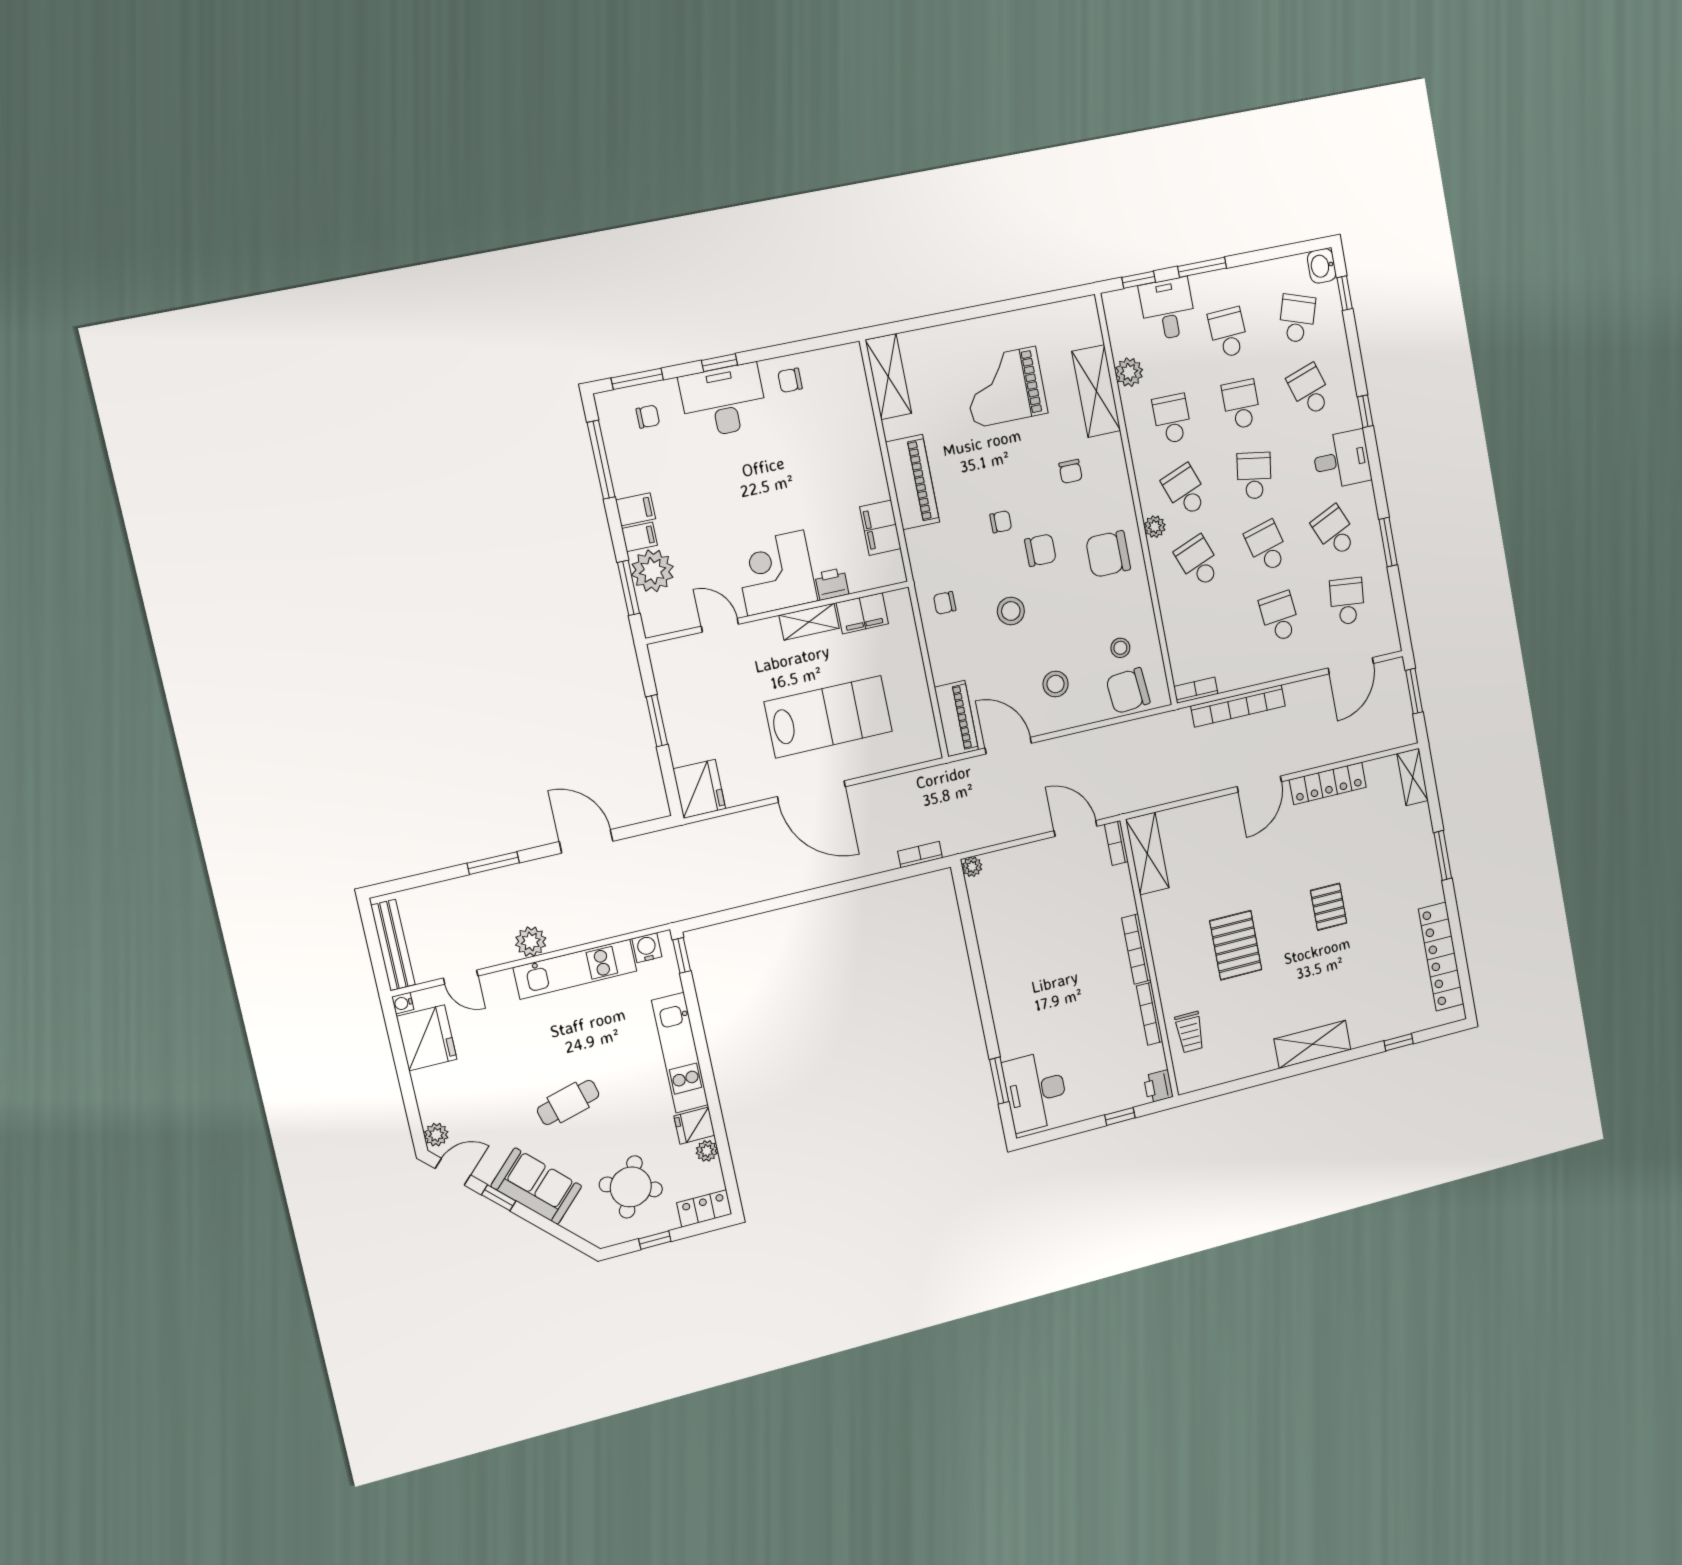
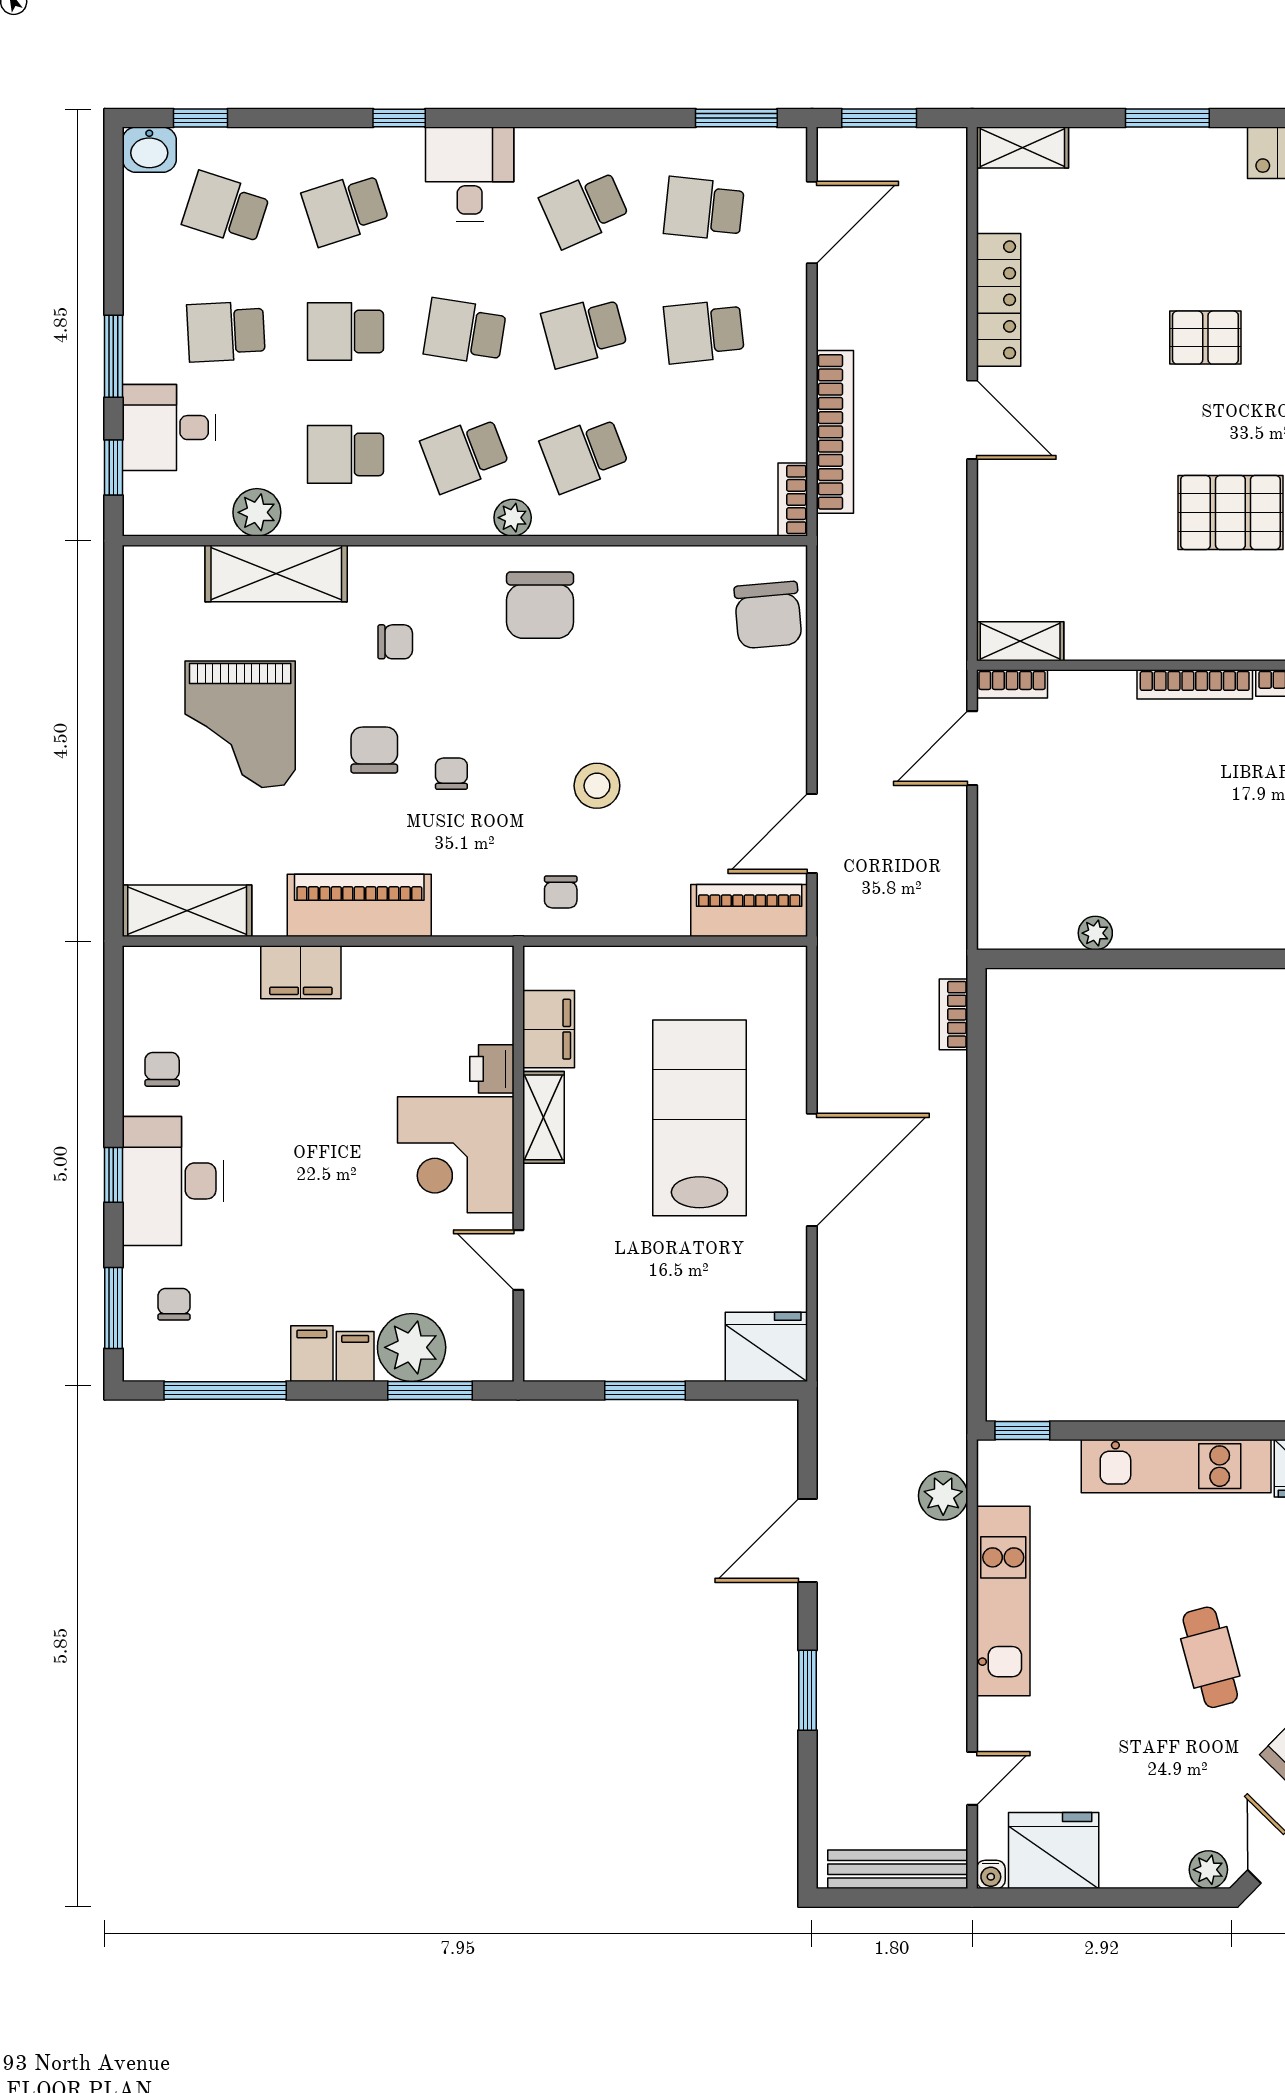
chair: (790, 380) -> (162, 1069), turned 180
filing cabinet: (880, 528) -> (301, 972), moved
window: (1388, 542) -> (736, 118), moved
chair: (1040, 550) -> (374, 750), moved
door: (720, 625) -> (518, 1260), hinge flipped
stool: (1120, 648) -> (696, 614), removed
door: (1351, 666) -> (812, 222), hinge flipped
stool: (1056, 684) -> (730, 735), removed
shelving: (1147, 854) -> (1020, 641), width x0.67, depth x0.75
plant: (972, 867) -> (1095, 933), moved
plant: (531, 942) -> (943, 1496), moved
water cooler: (647, 948) -> (997, 1482), removed

